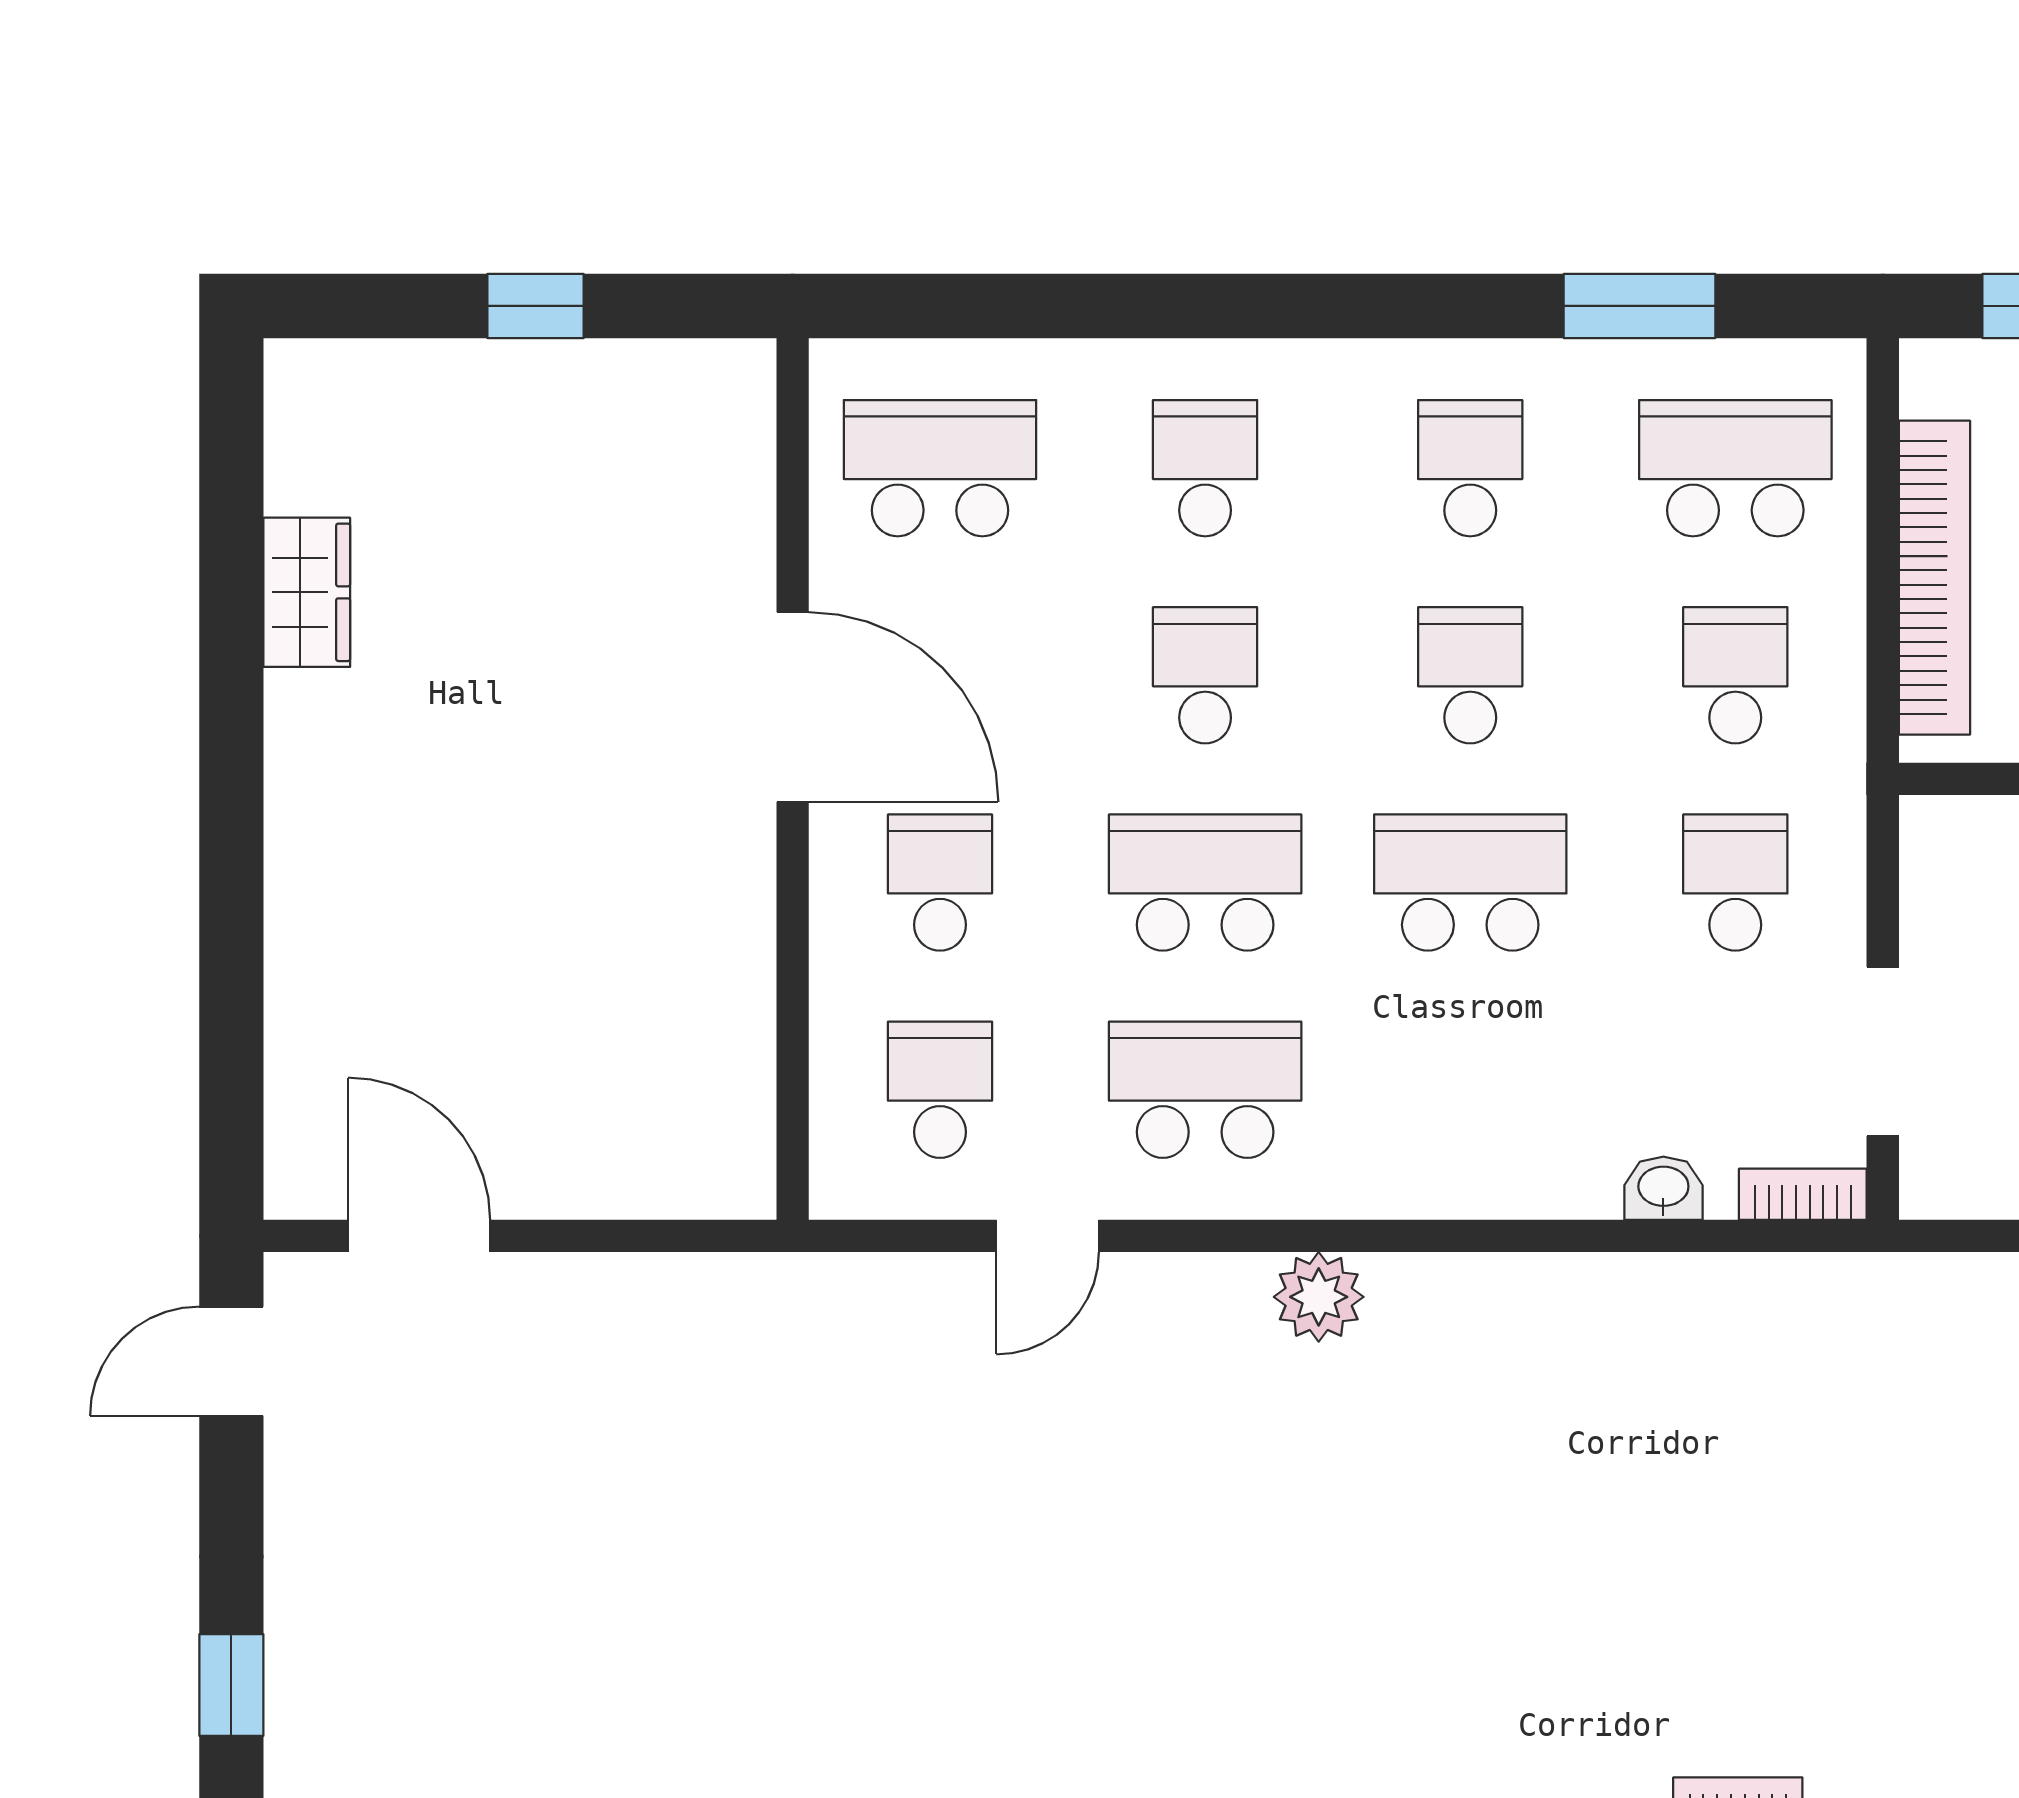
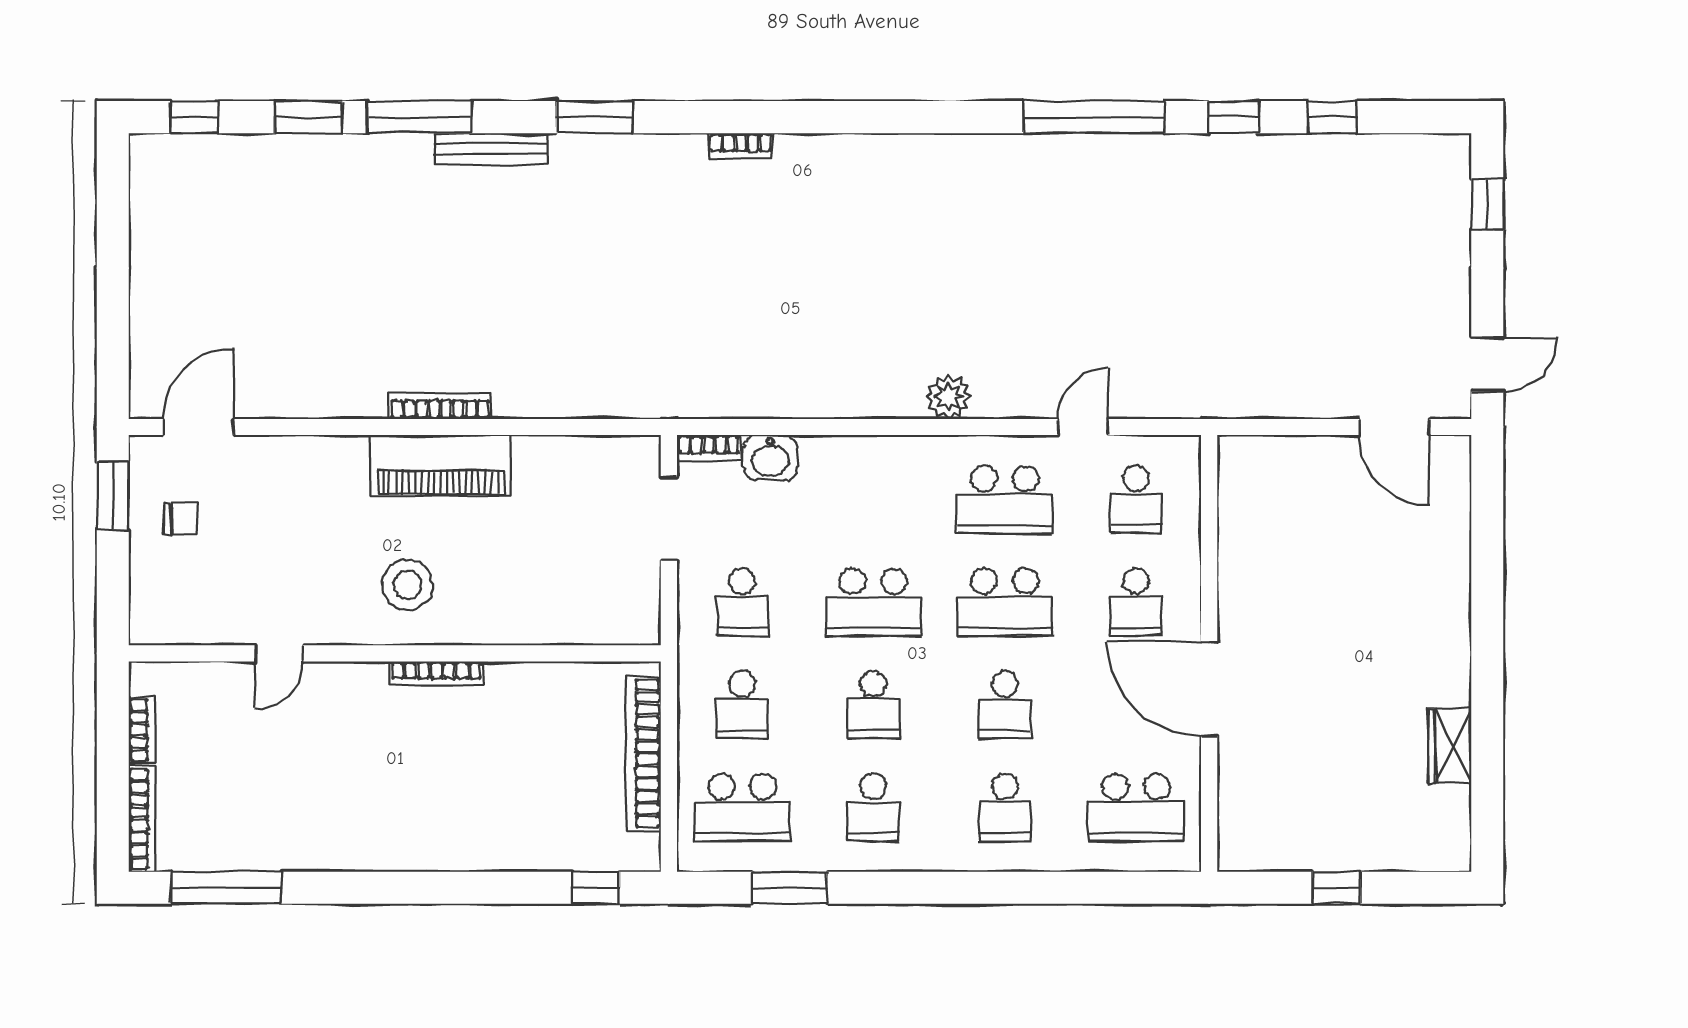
washbasin: (1663, 1188) -> (770, 458), width x1.38, depth x1.45

